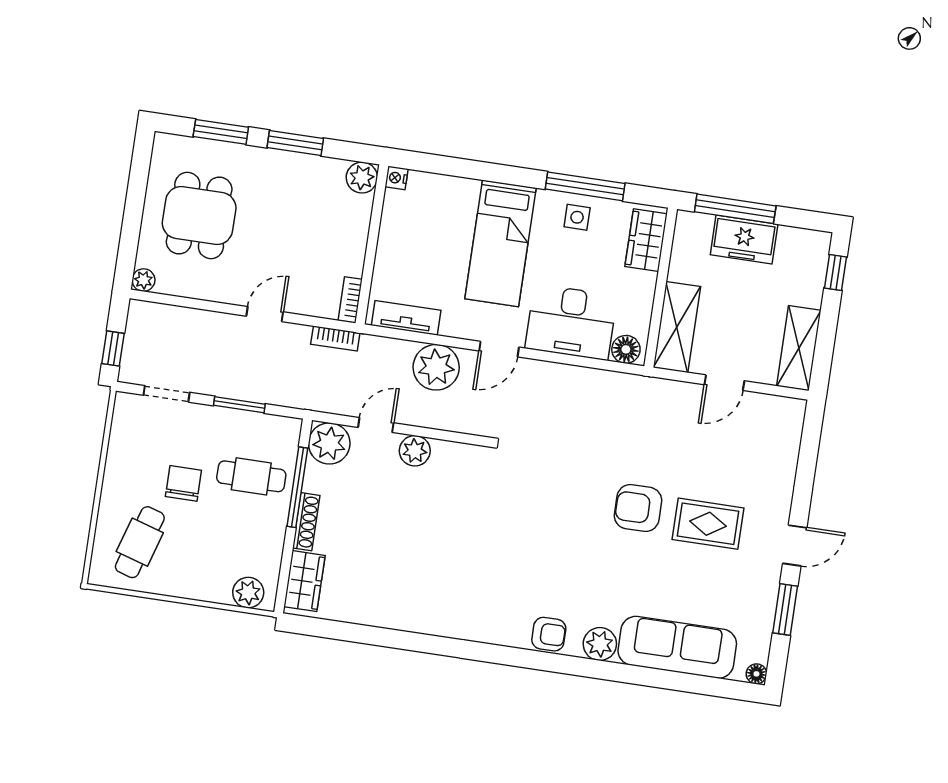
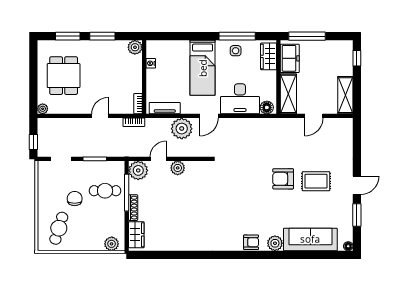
nightstand: (397, 178) -> (151, 63), moved
freezer: (744, 239) -> (290, 58), moved, turned -90

